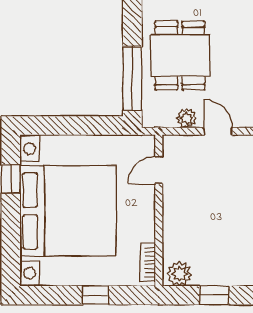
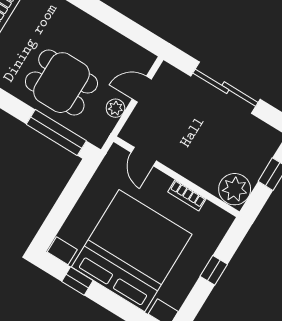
bookcase: (148, 262) -> (187, 195), moved
plant: (179, 274) -> (235, 189), width x1.36, depth x1.36

